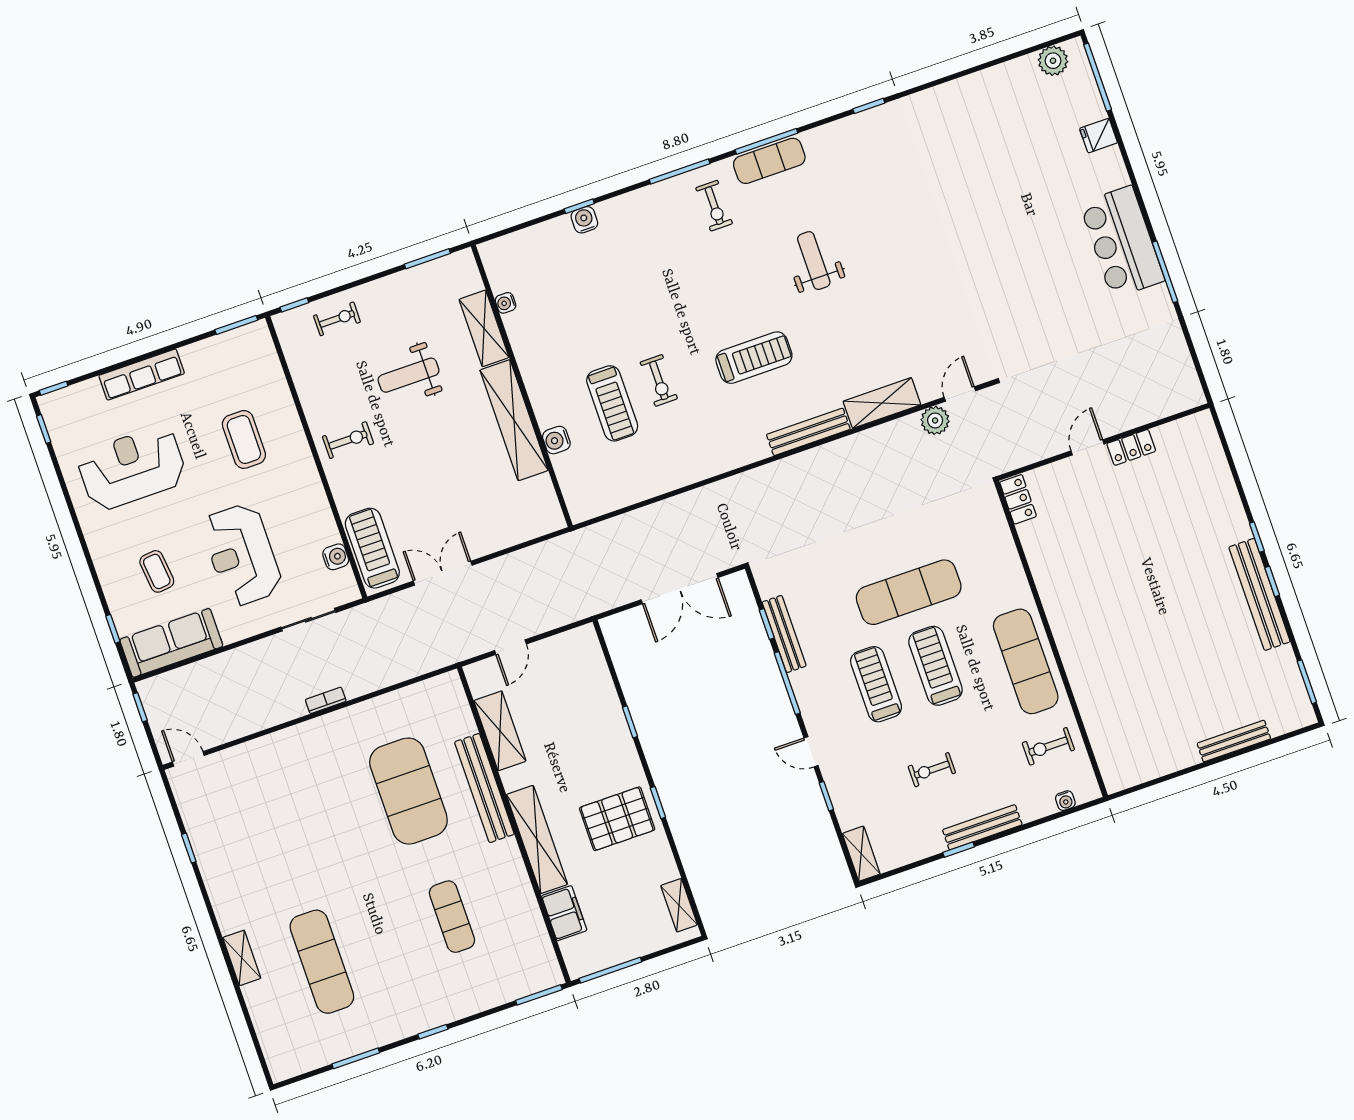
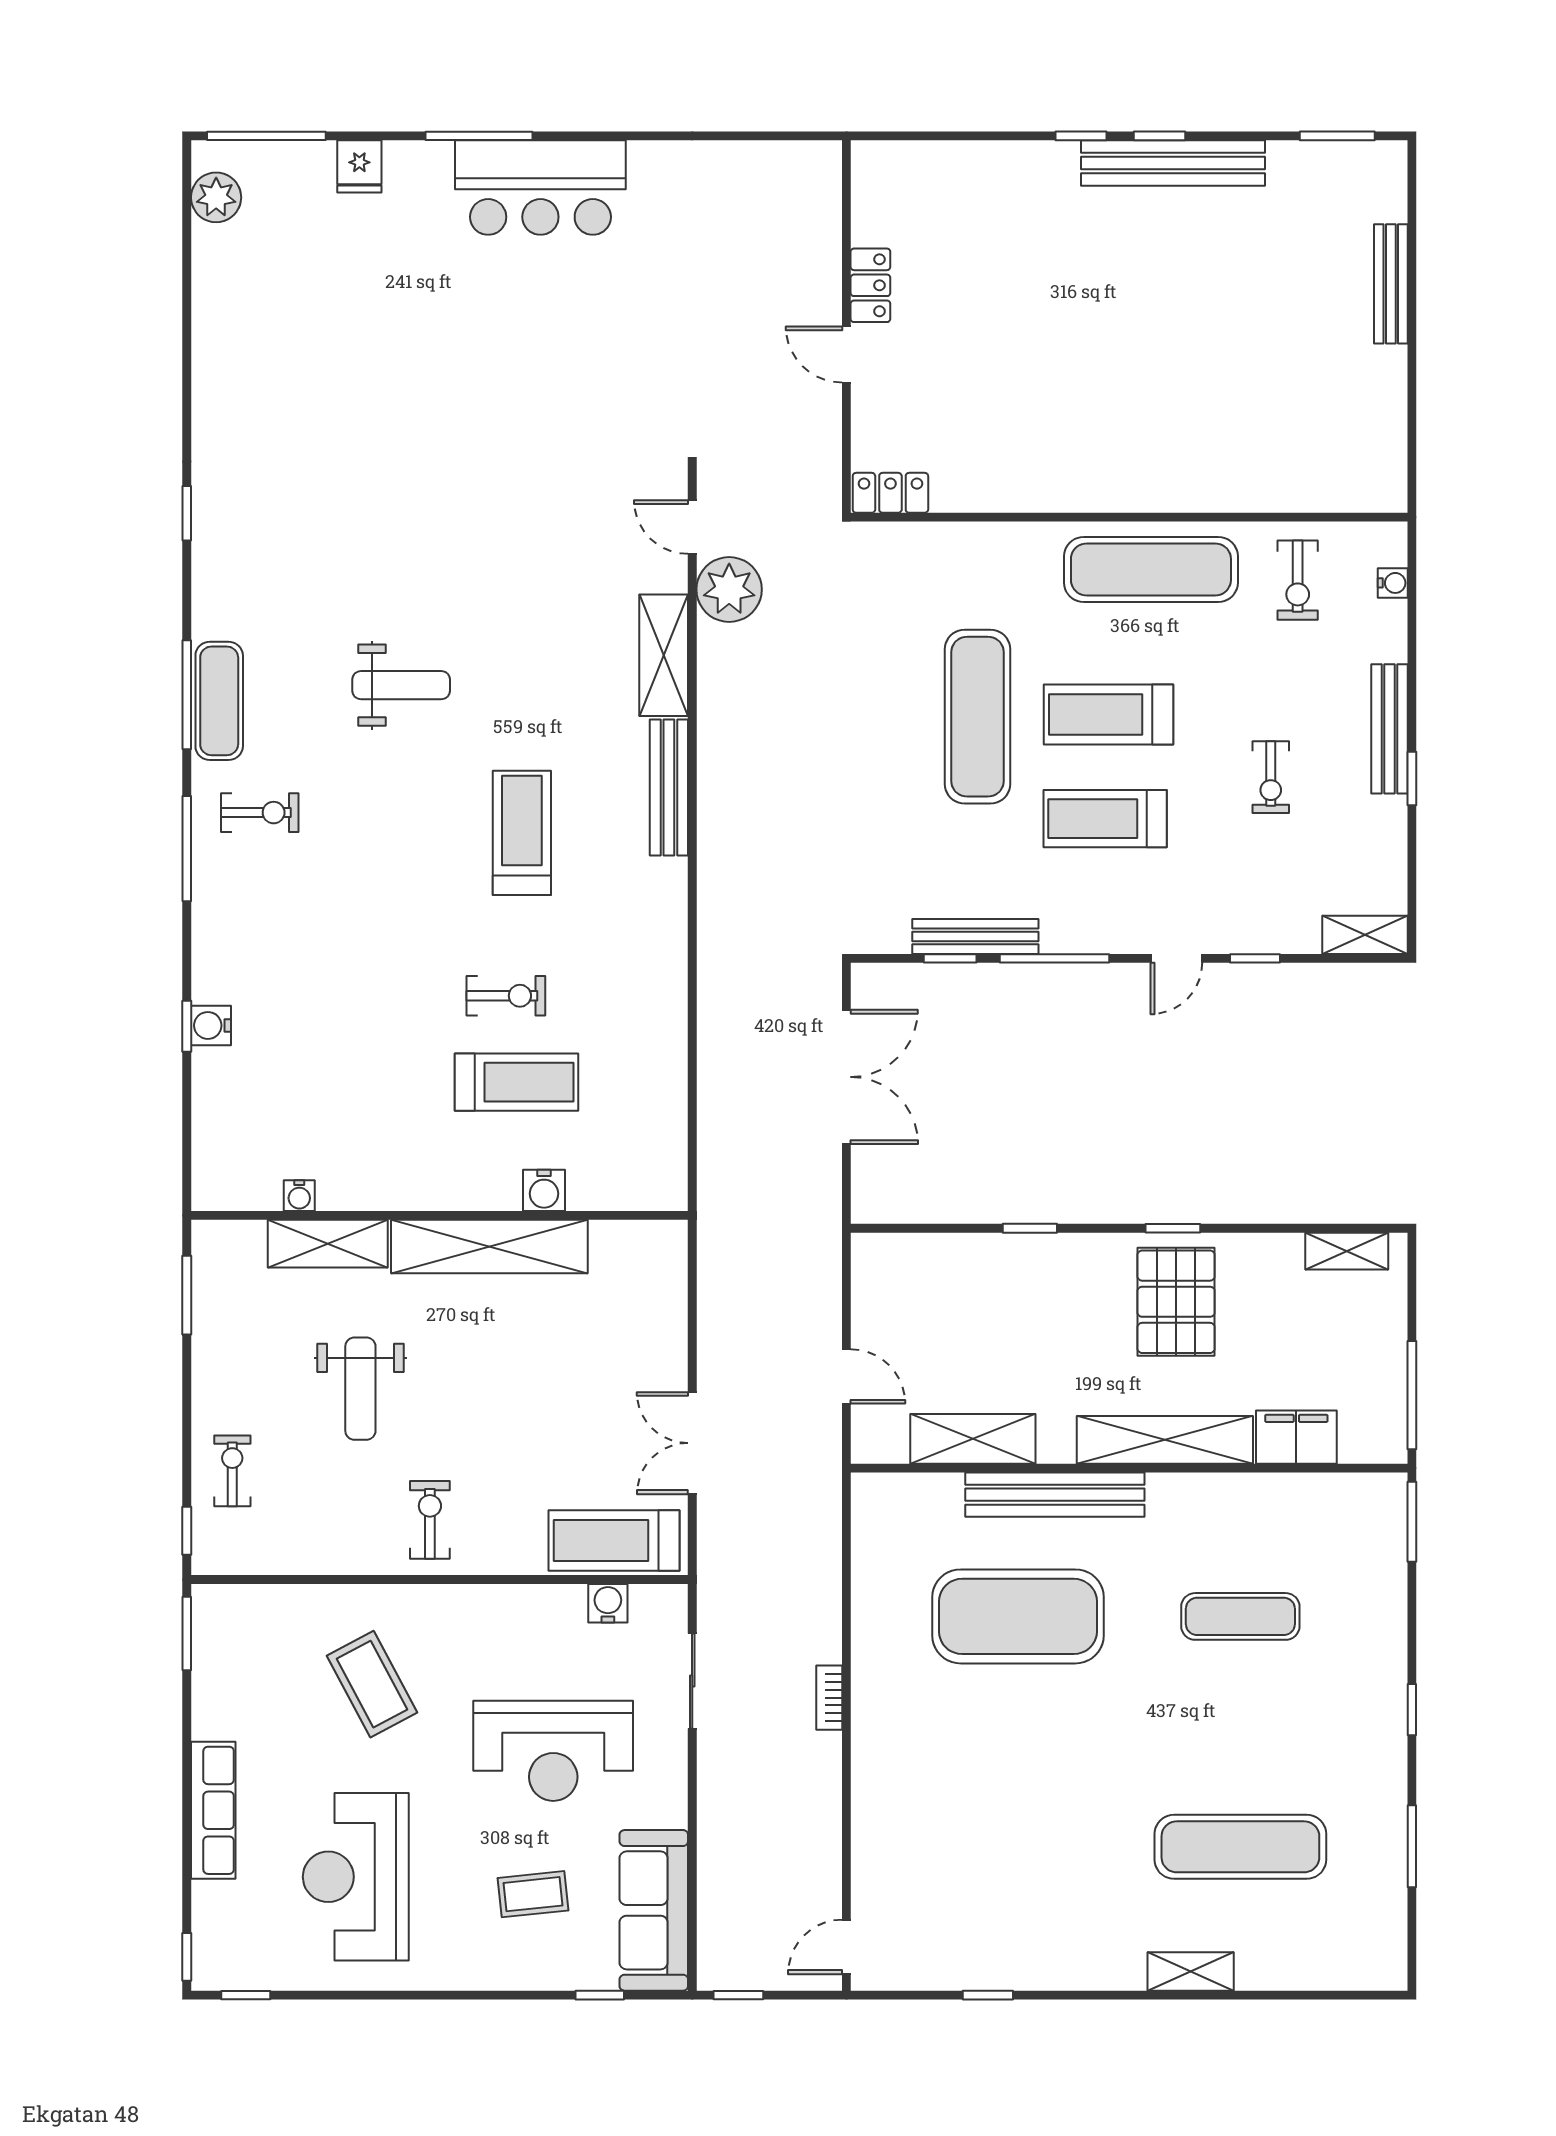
weight bench: (814, 261) -> (401, 685), turned 180
window: (1165, 272) -> (479, 136), moved
plant: (935, 420) -> (729, 589), width x1.36, depth x1.36
coffee table: (244, 439) -> (372, 1684), turned 62

